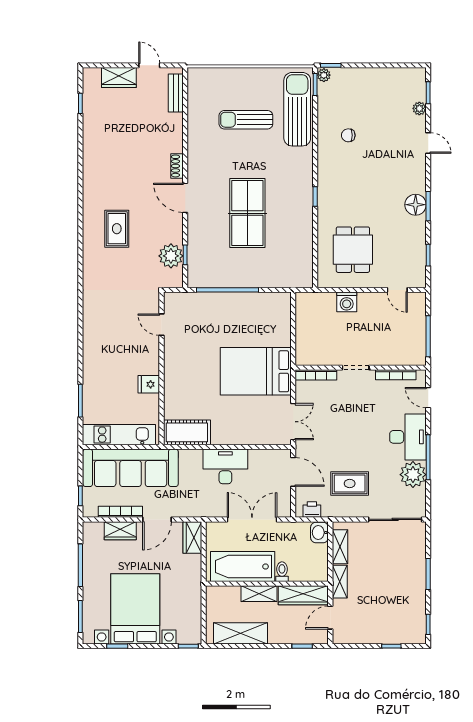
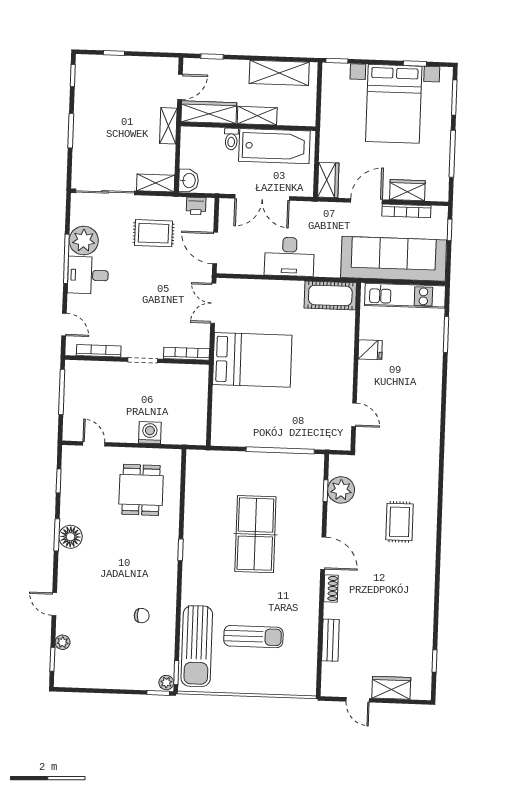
bench: (176, 93) -> (330, 640), moved
desk: (408, 437) -> (88, 275), width x0.73
shelving: (340, 547) -> (156, 183), moved, turned 90

